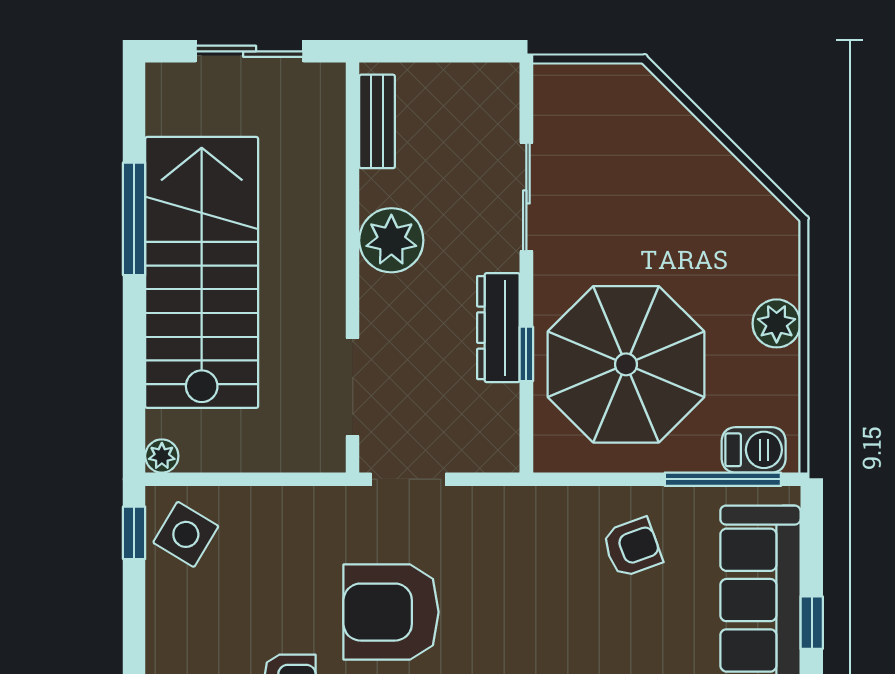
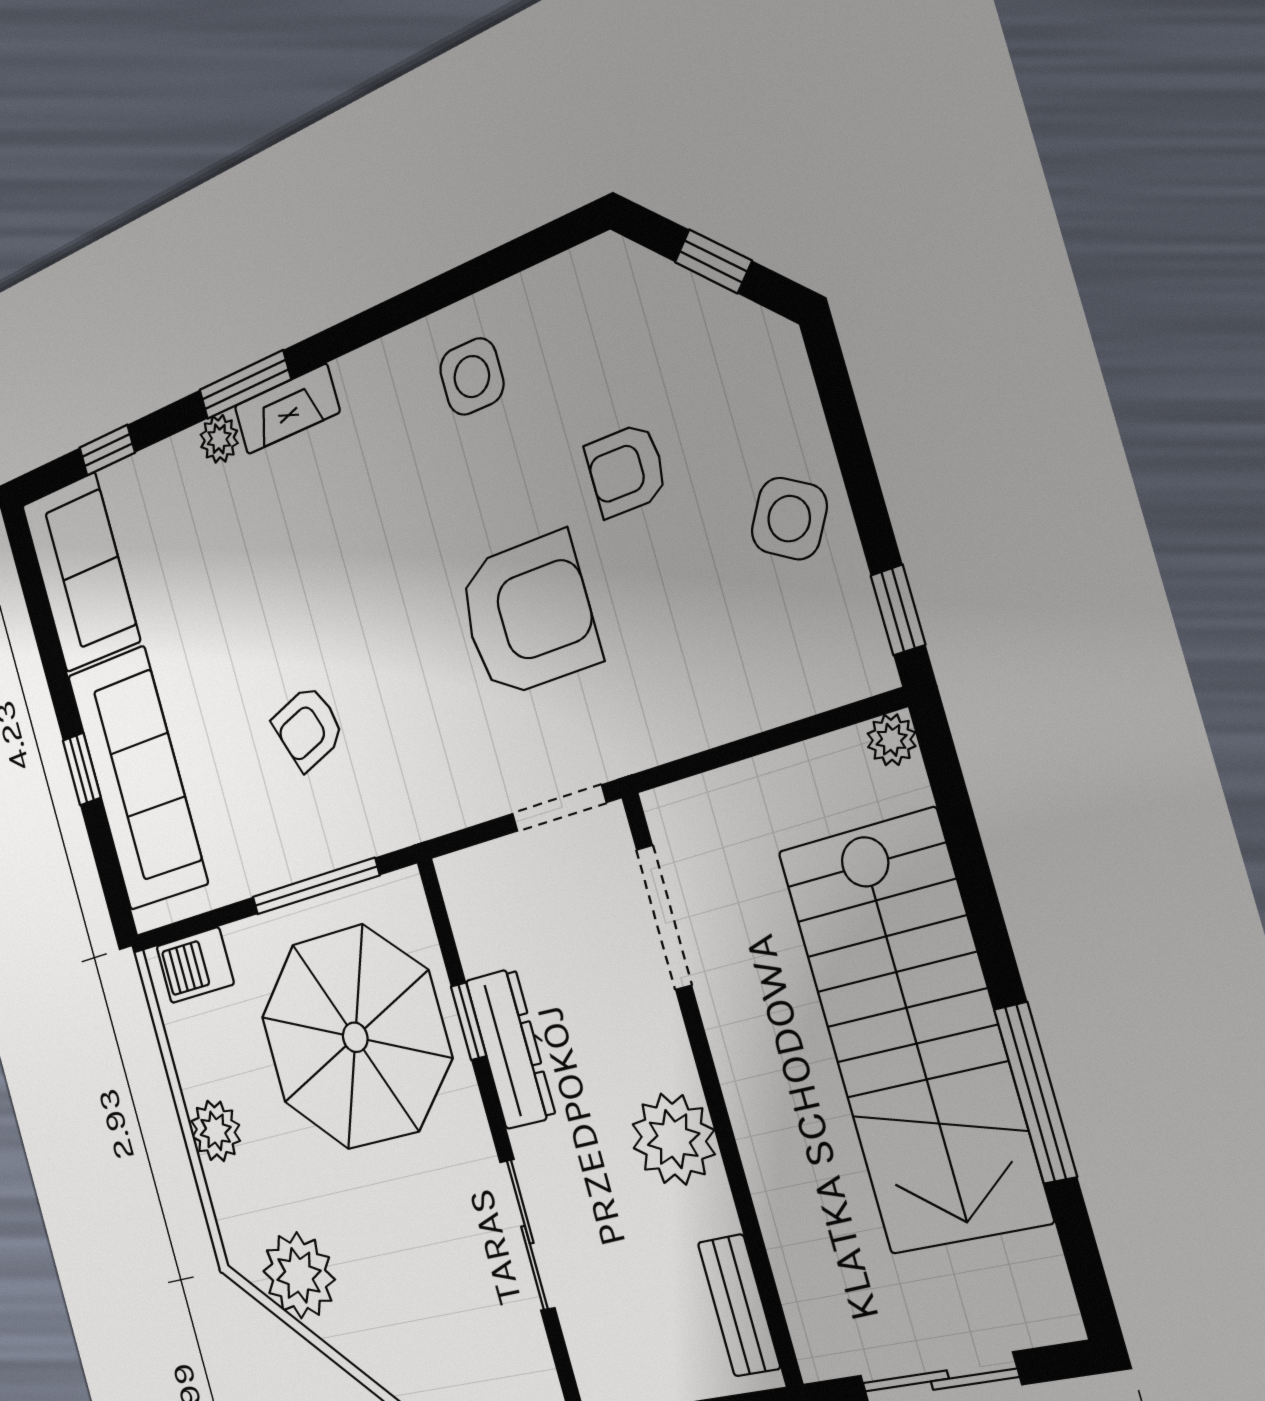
plant: (735, 202) -> (299, 1275), added
window: (723, 479) -> (315, 886), moved
side table: (186, 534) -> (789, 519), moved
armchair: (632, 547) -> (308, 728), moved

